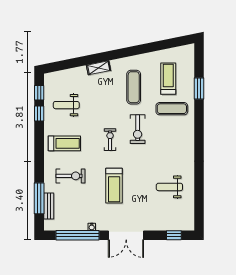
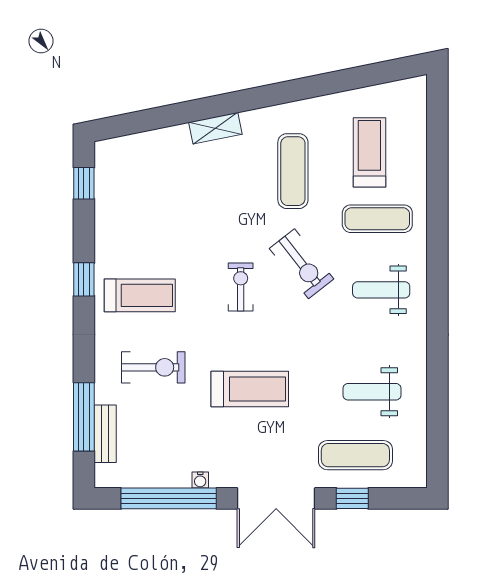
window: (199, 89) -> (437, 174), removed
weight bench: (66, 105) -> (381, 290), moved
window: (39, 113) -> (84, 279), moved
exercise bike: (138, 129) -> (302, 264), turned -38
treadmill: (114, 186) -> (250, 389), turned -90
exercise mat: (162, 216) -> (355, 455), added
window: (174, 235) -> (352, 498), moved

